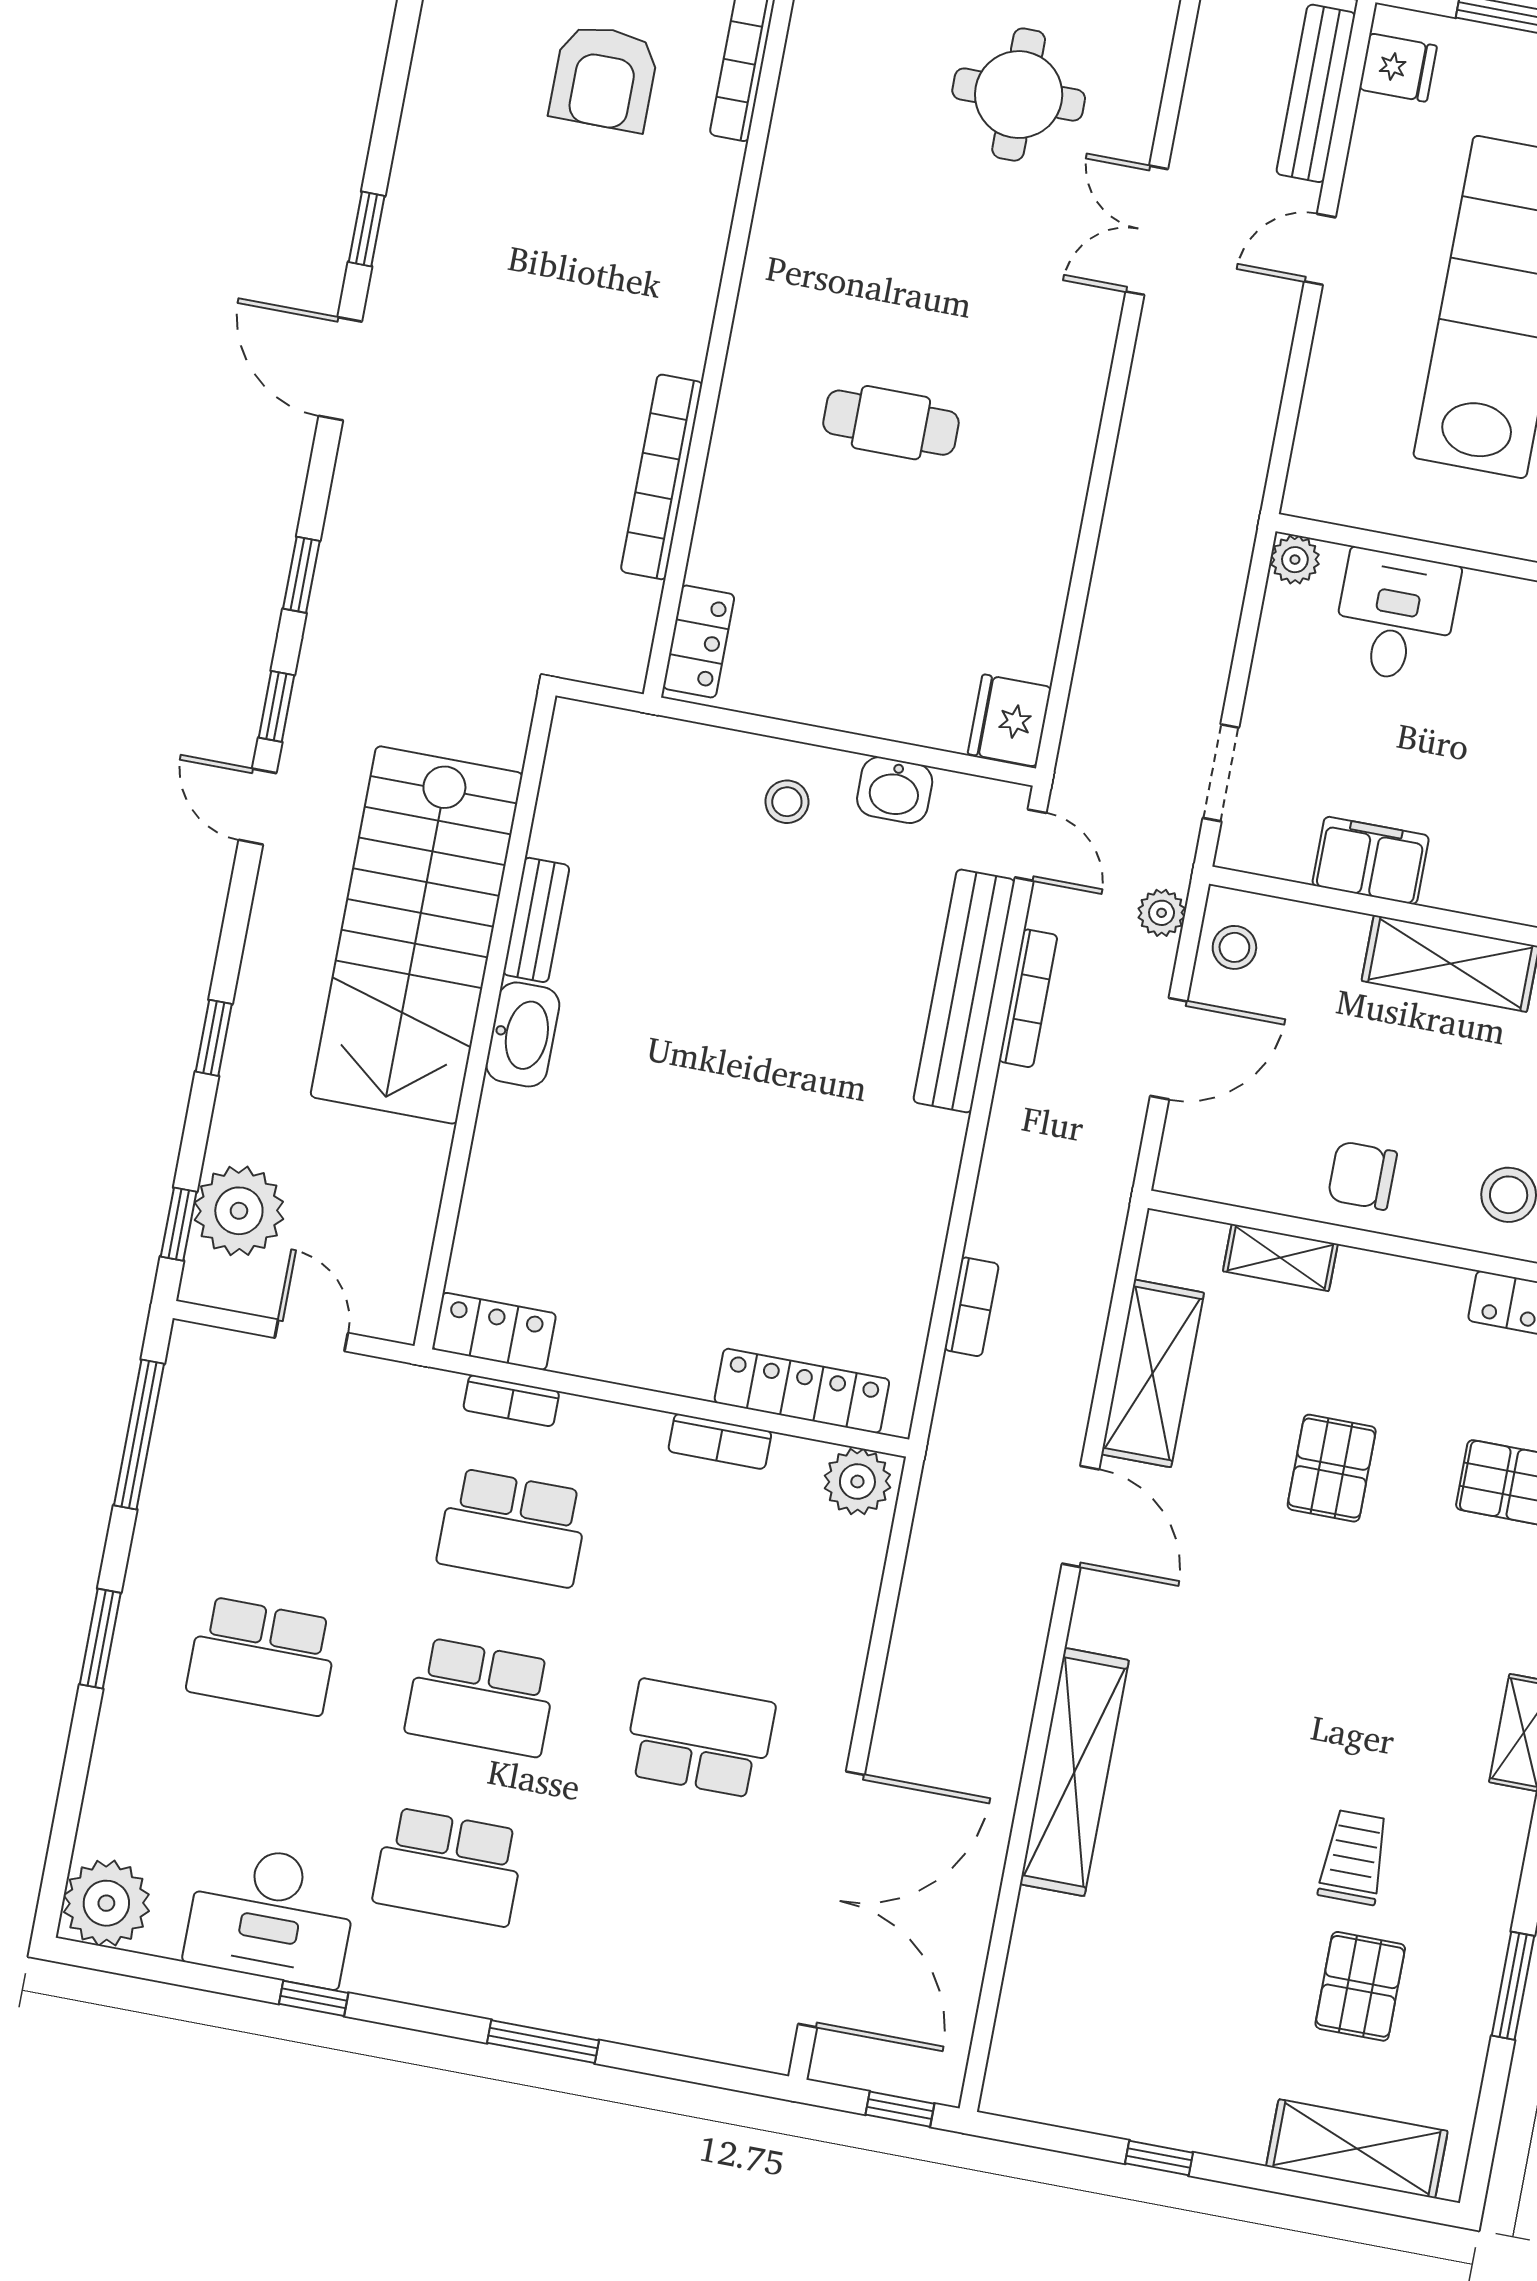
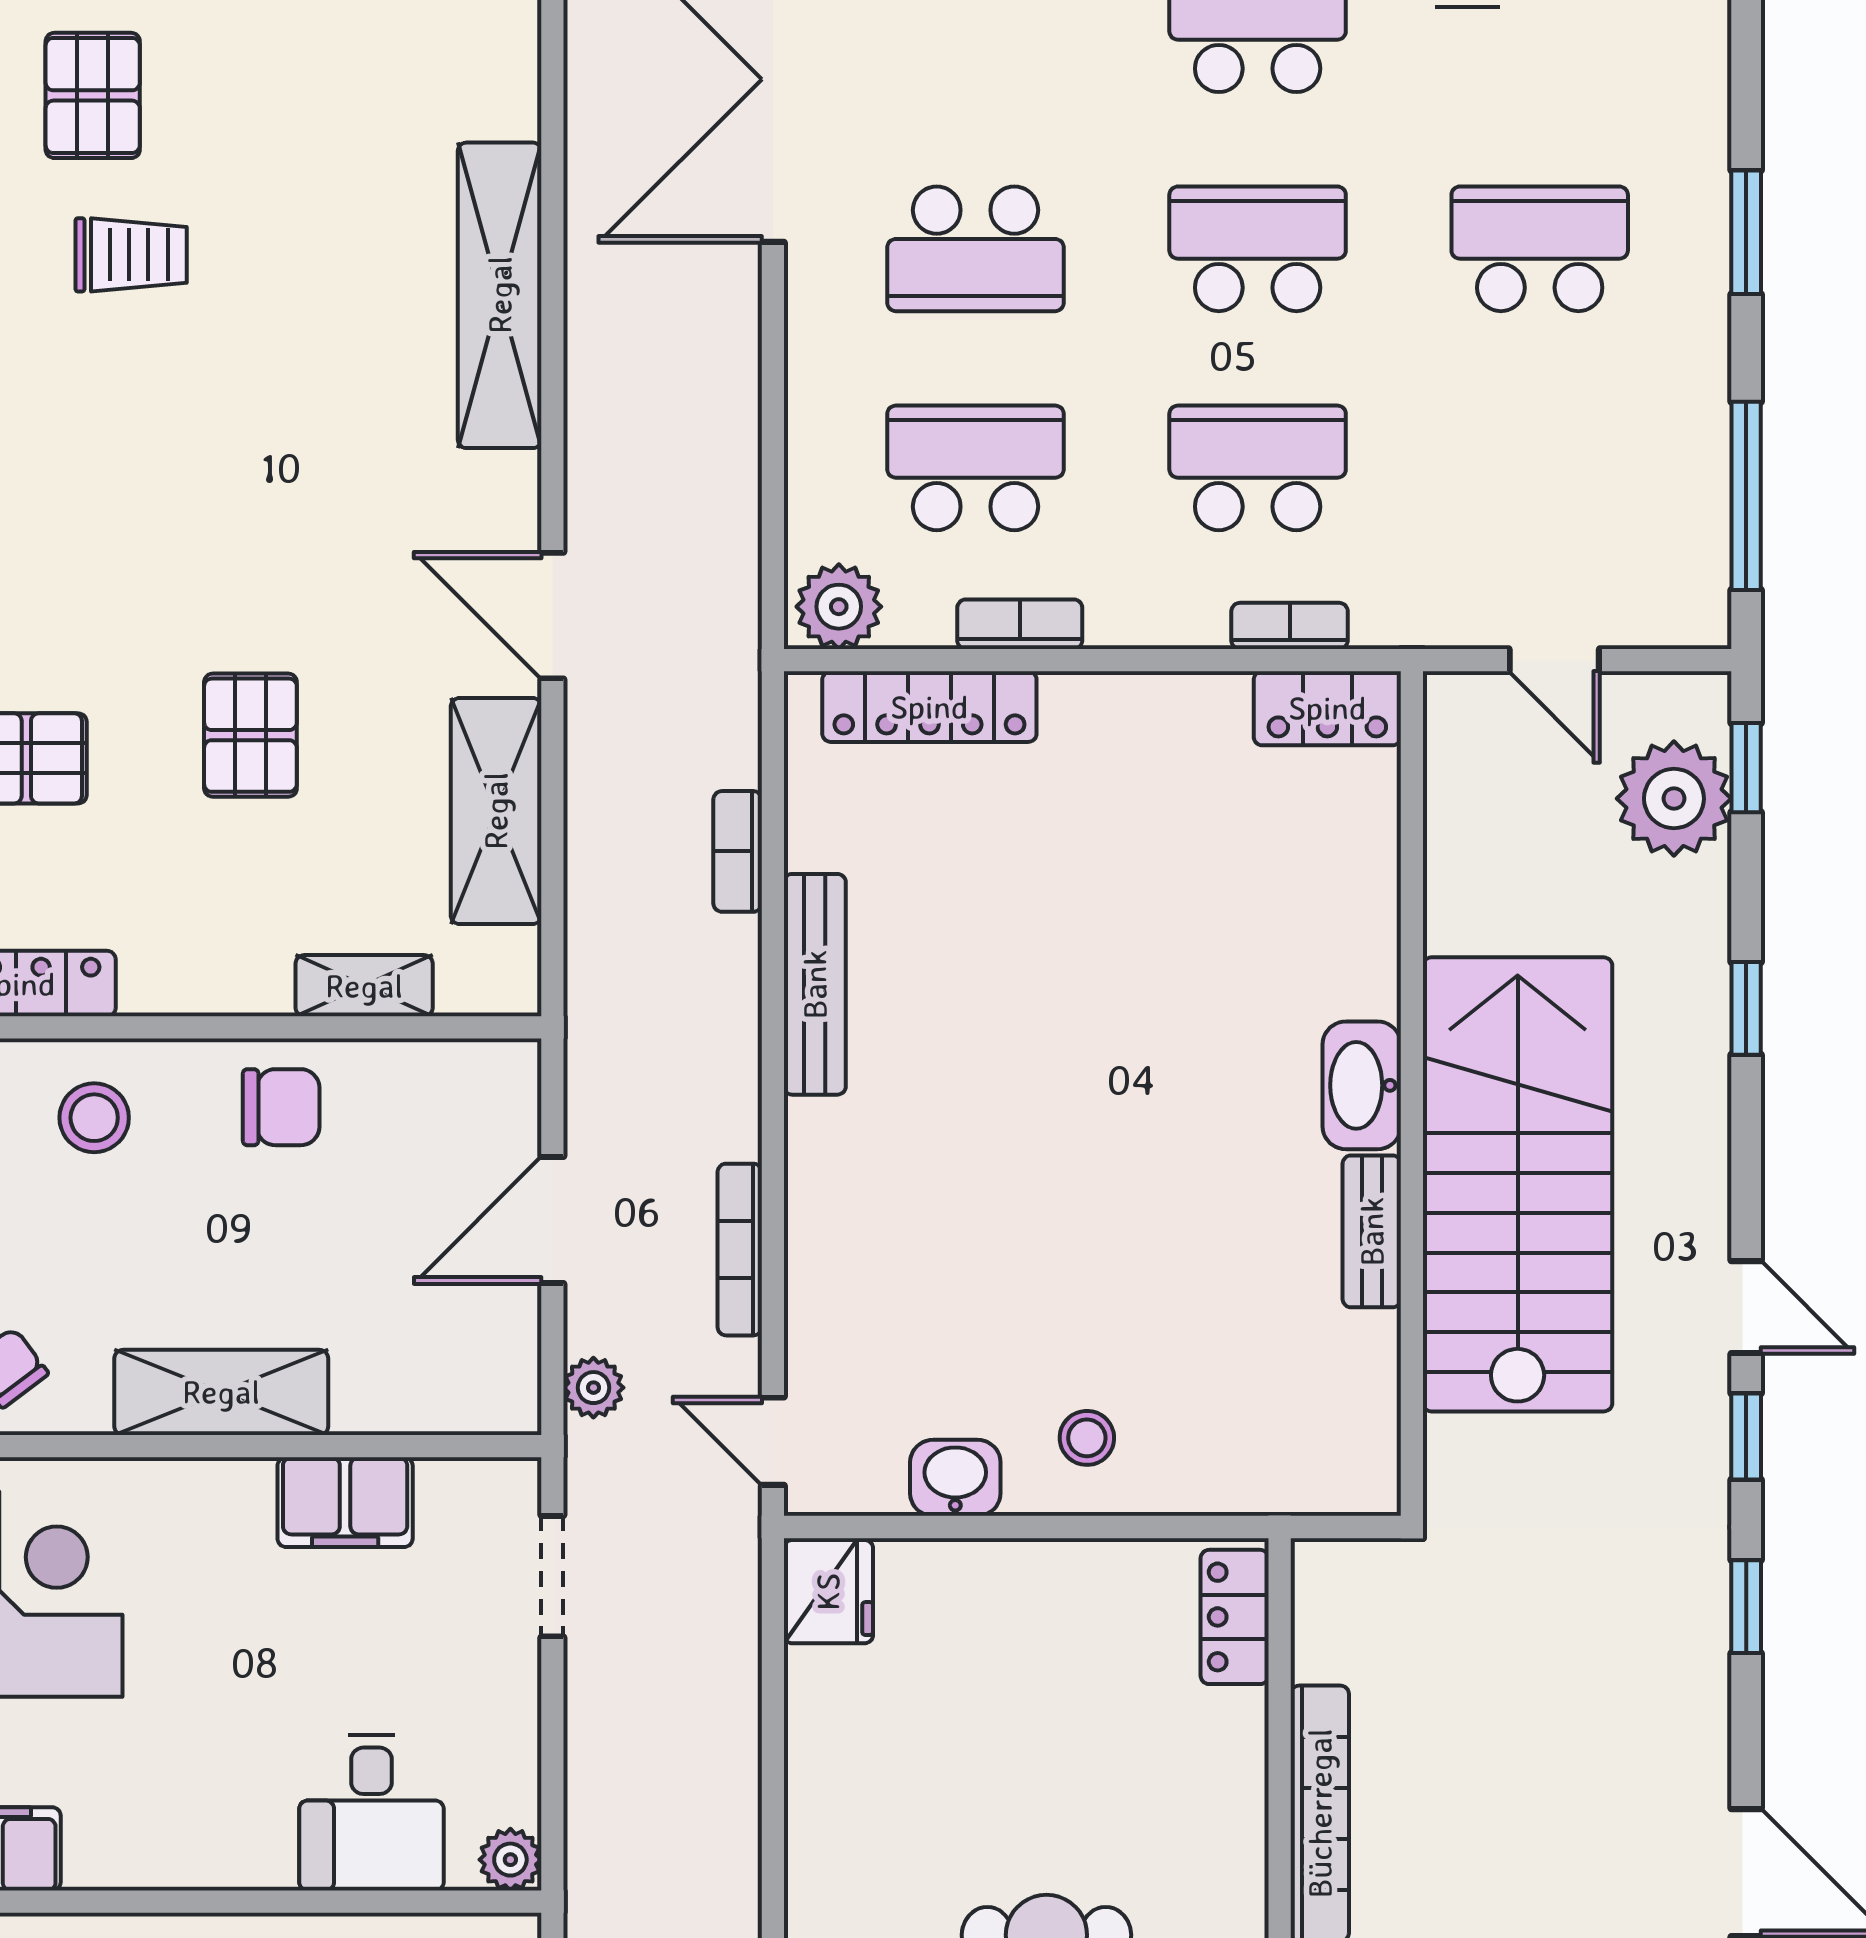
stool: (1234, 947) -> (494, 1362), removed
bench: (964, 991) -> (815, 984), moved, width x0.73, depth x0.82
school desk: (731, 1569) -> (976, 468), added
trolley: (1354, 1857) -> (131, 255), turned -90

